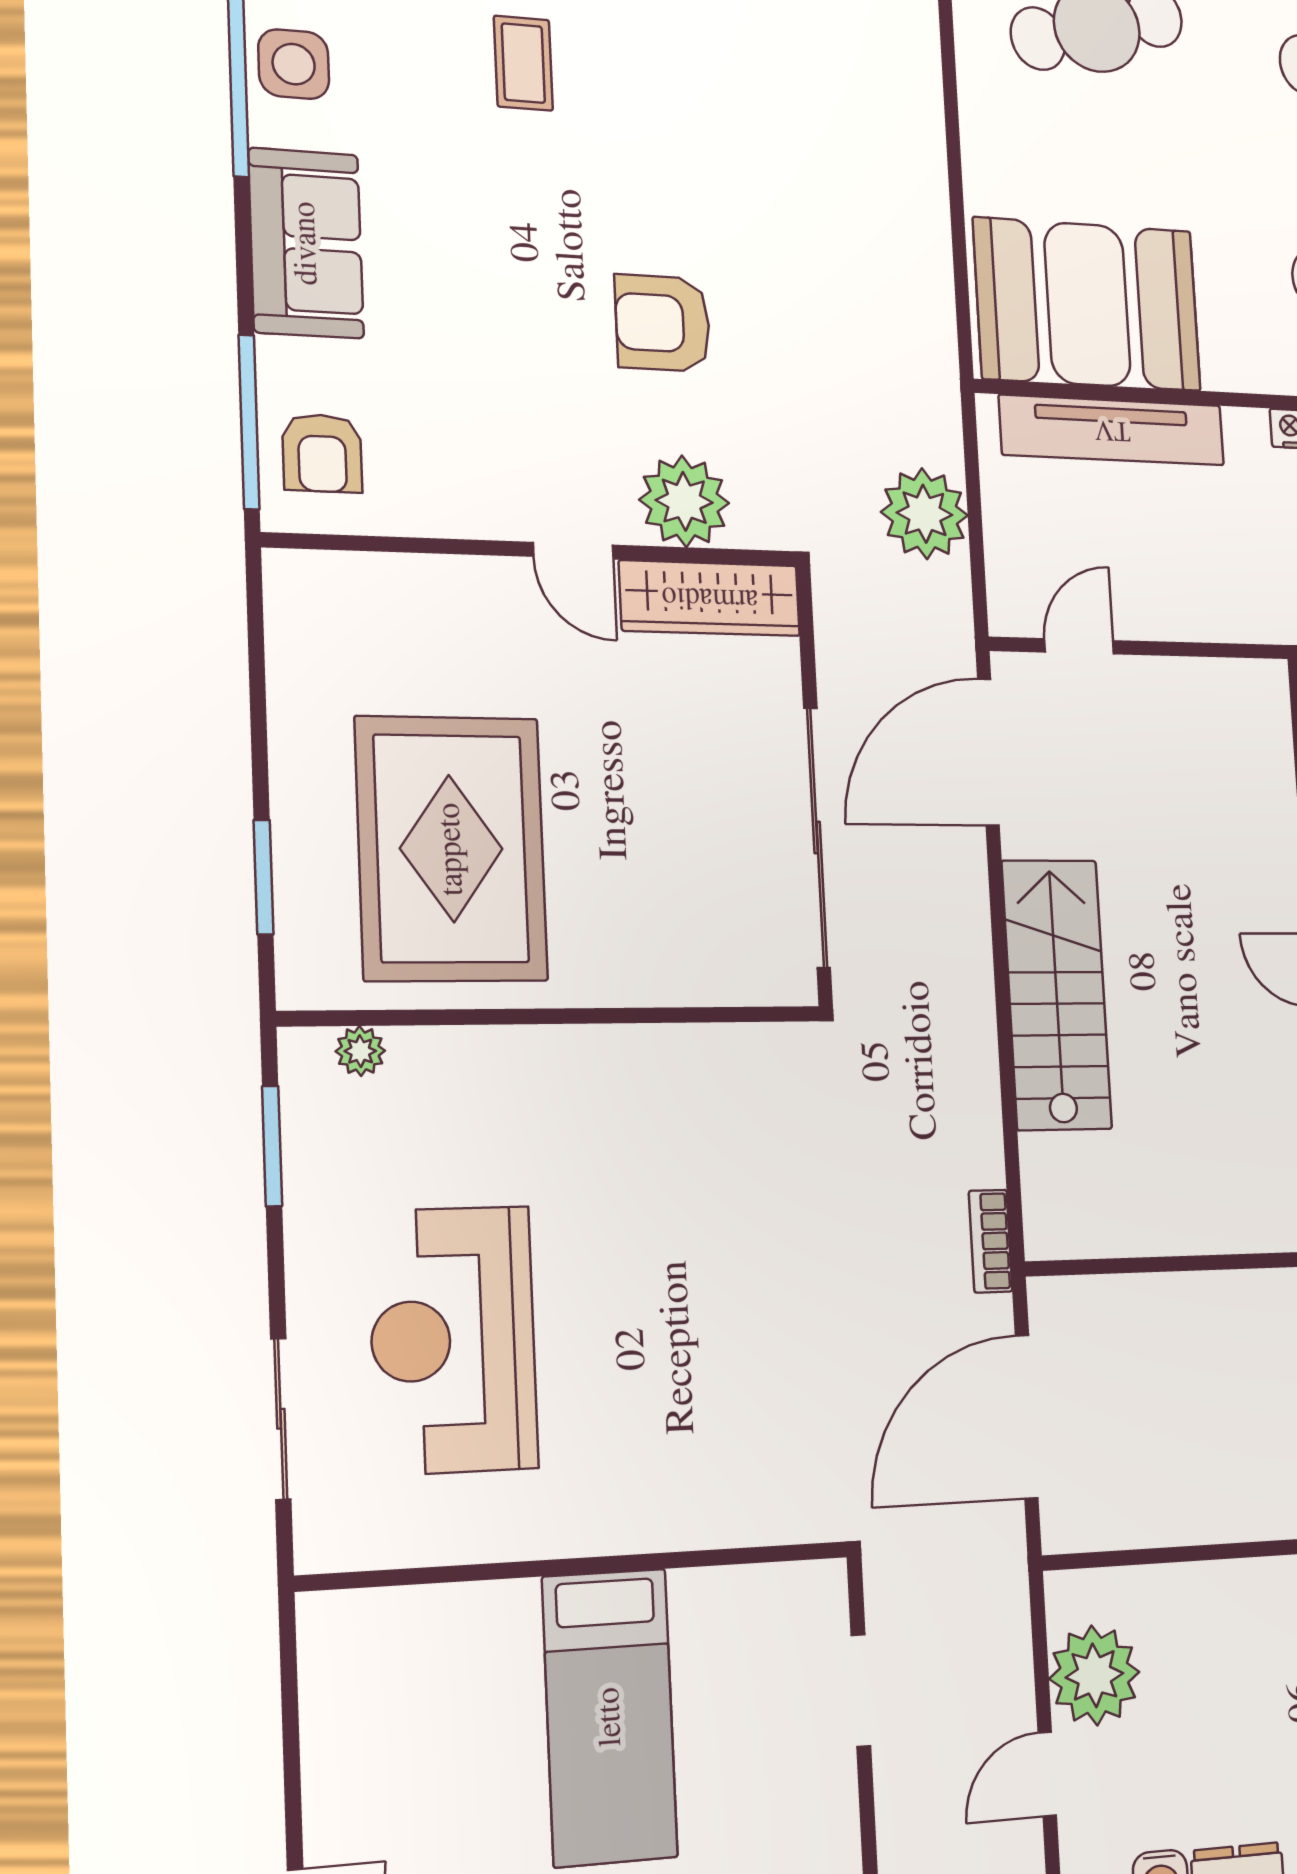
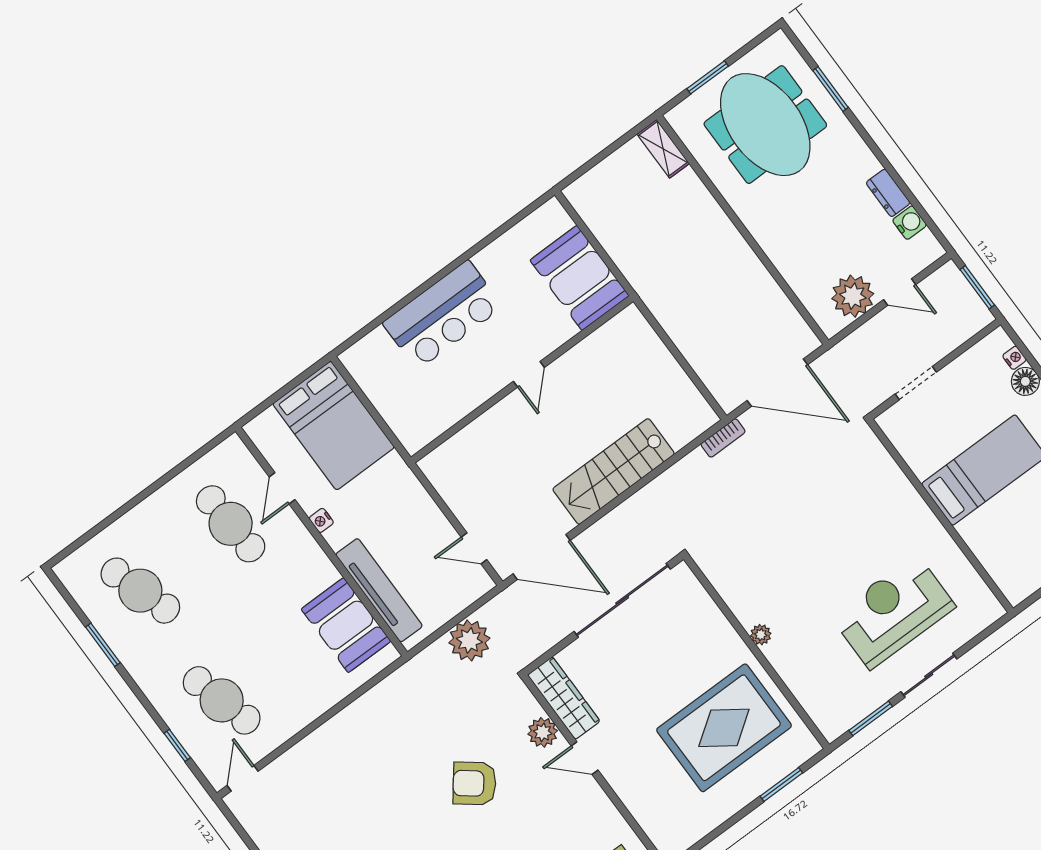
booth: (1087, 304) -> (346, 625), width x0.73, depth x0.70
armchair: (663, 323) -> (474, 783), turned 128
plant: (684, 501) -> (543, 732), width x0.73, depth x0.73
door: (573, 551) -> (585, 758), swing flipped
plant: (360, 1051) -> (761, 635), moved
reception desk: (453, 1340) -> (893, 612), turned 180
sliding door: (281, 1419) -> (929, 675), moved

